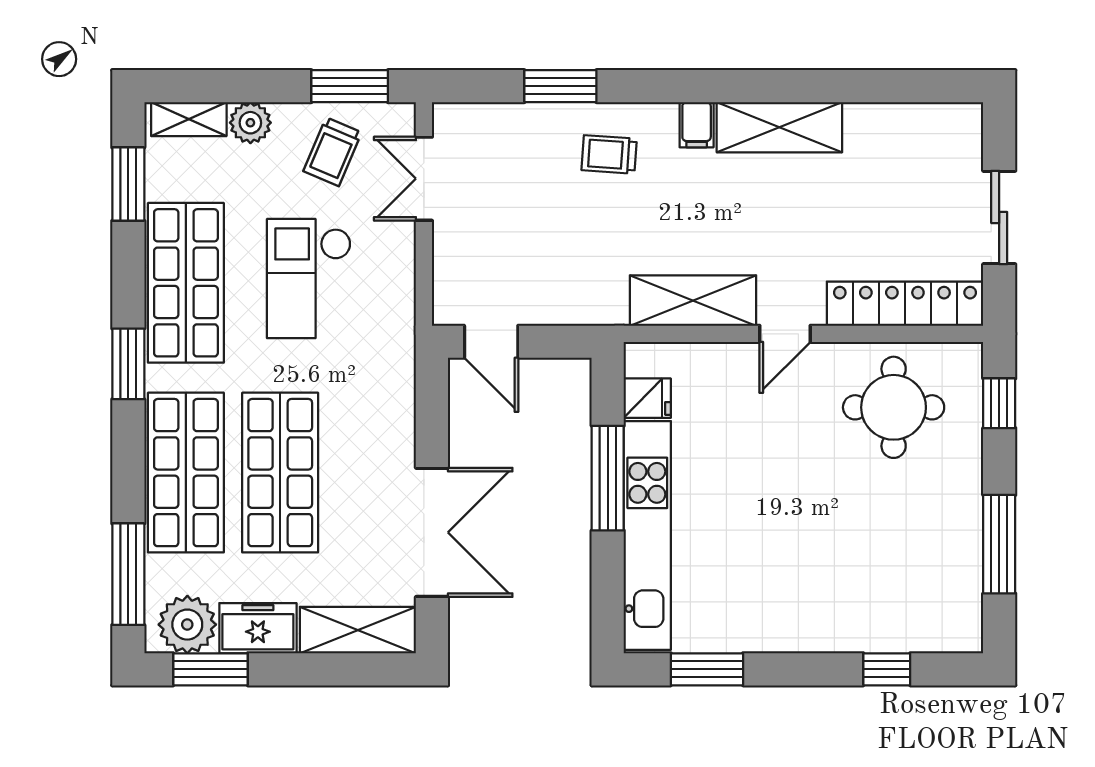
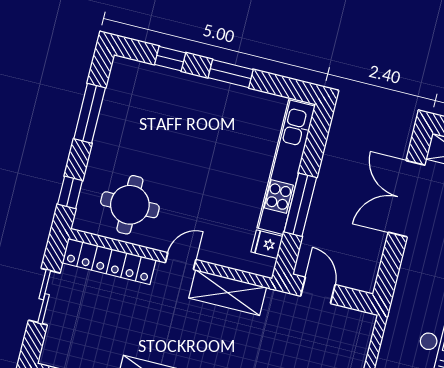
door: (491, 342) -> (318, 290), moved
window: (707, 669) -> (231, 74), moved

